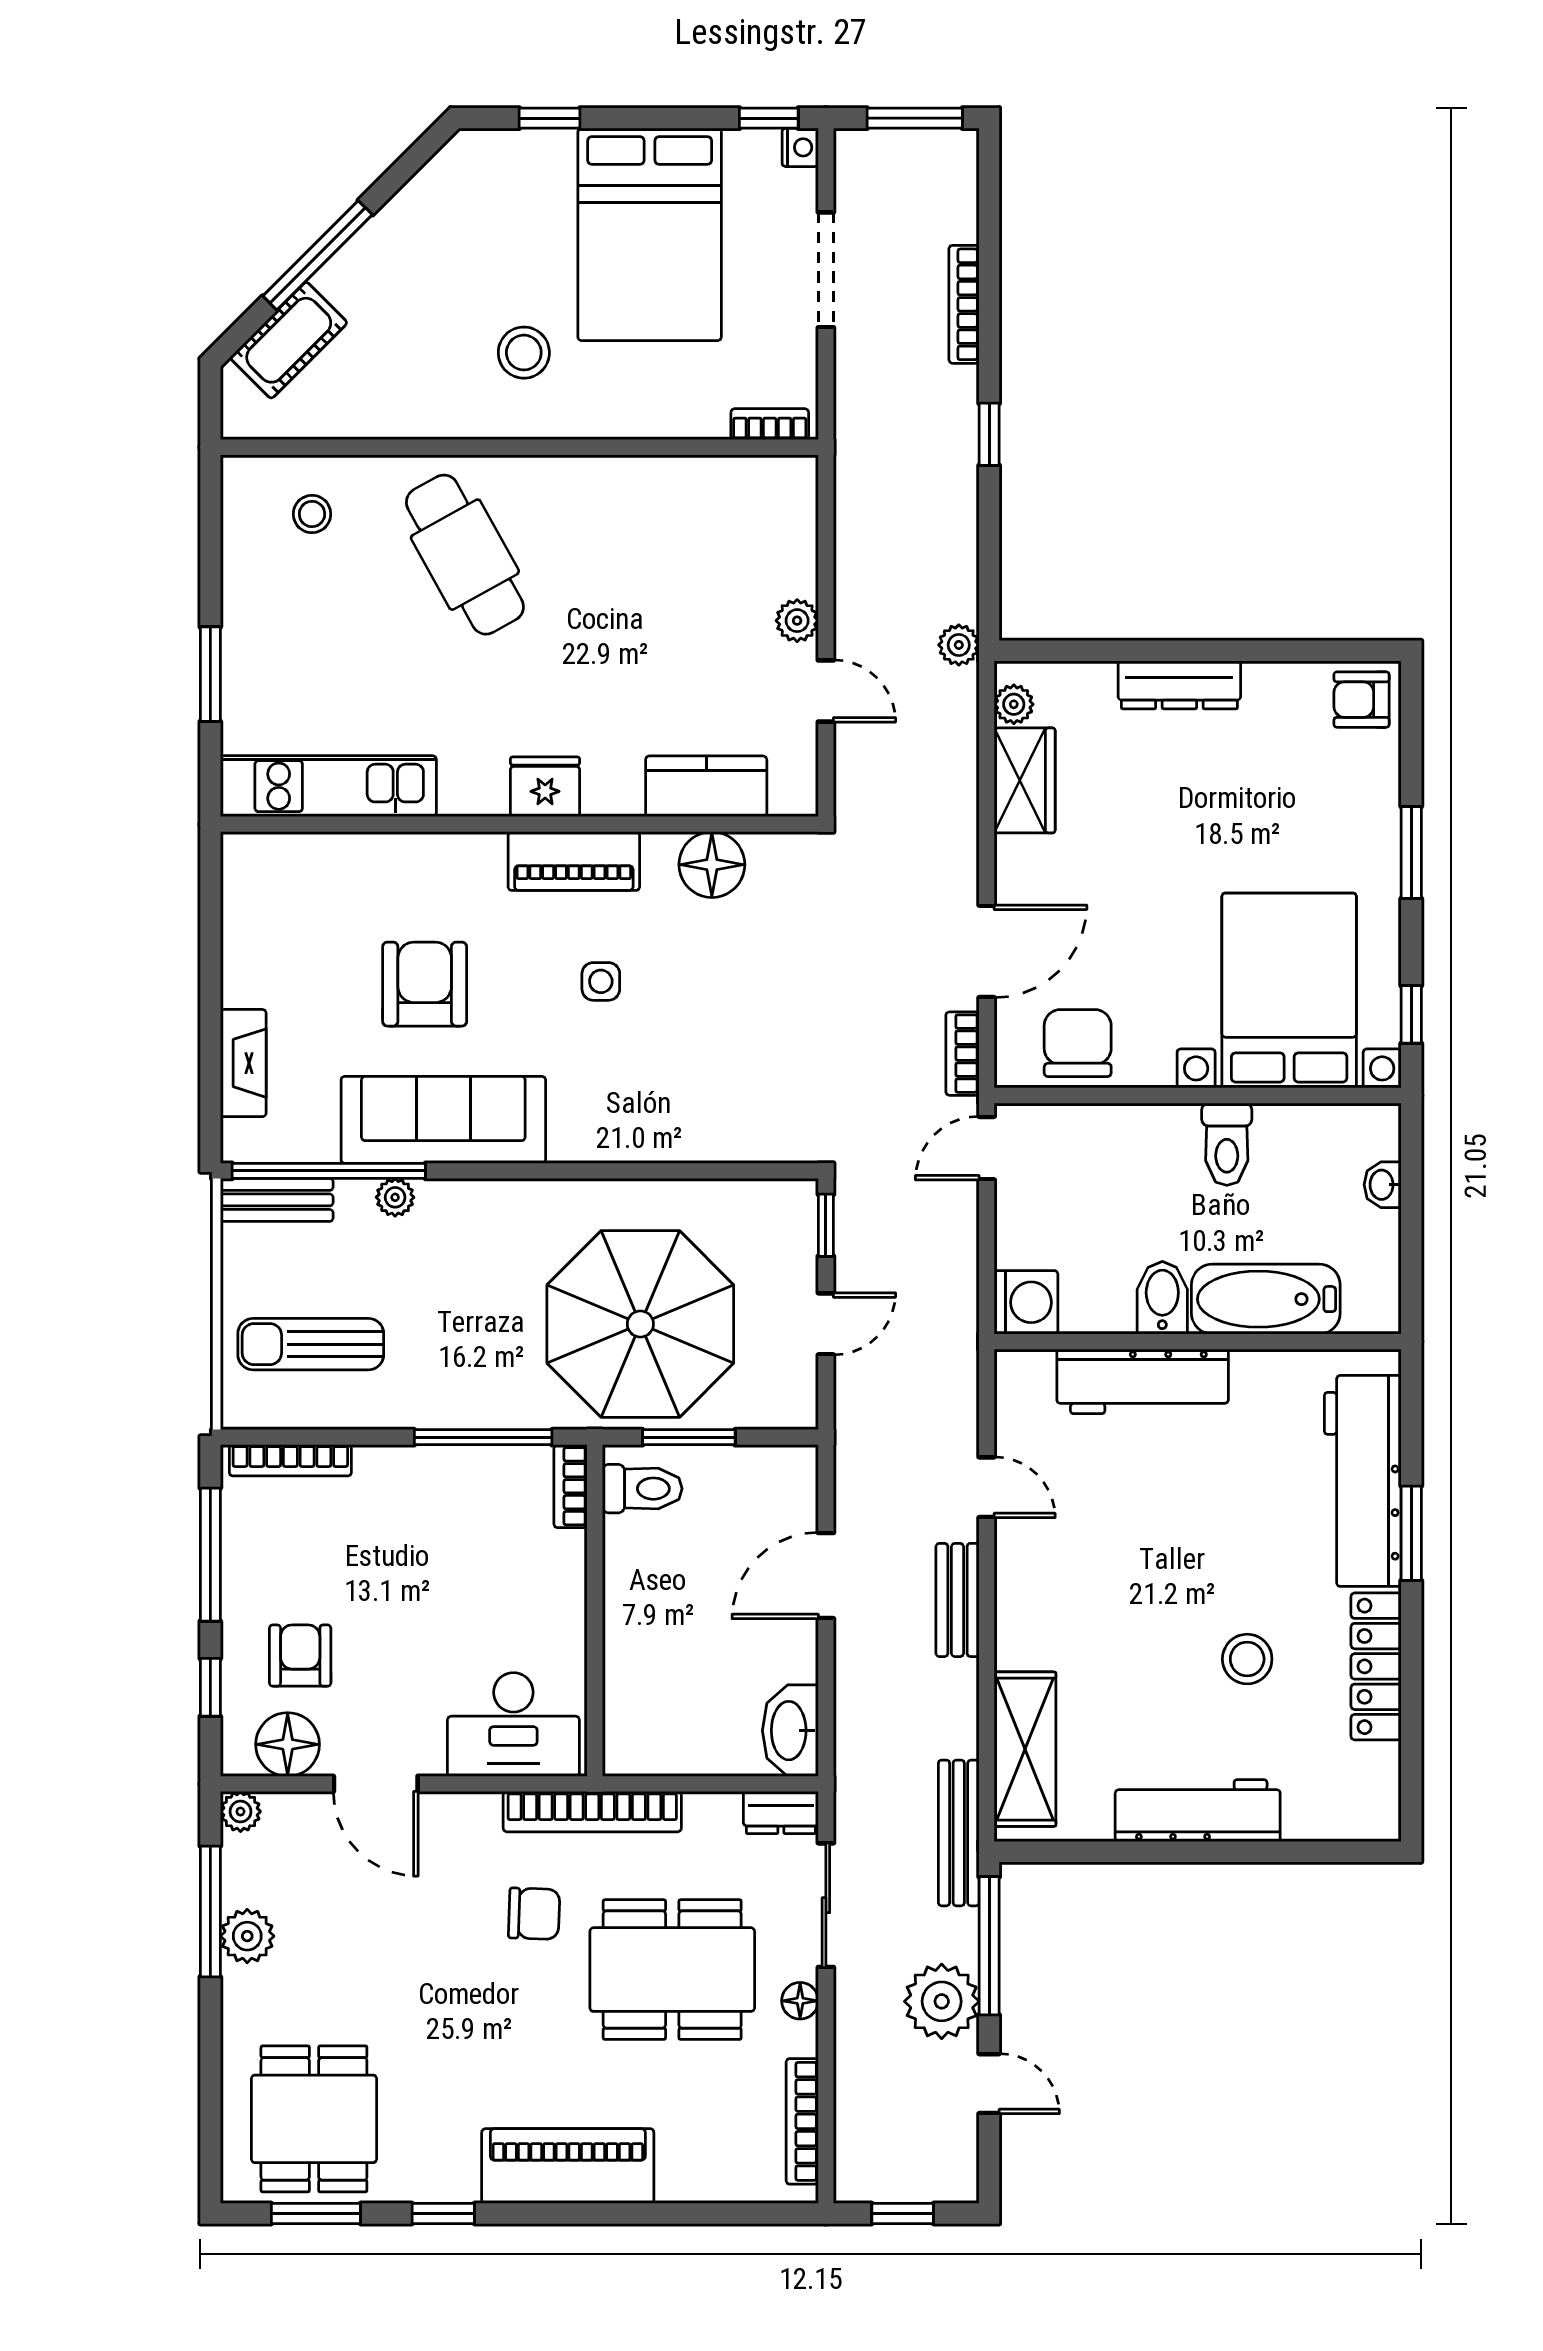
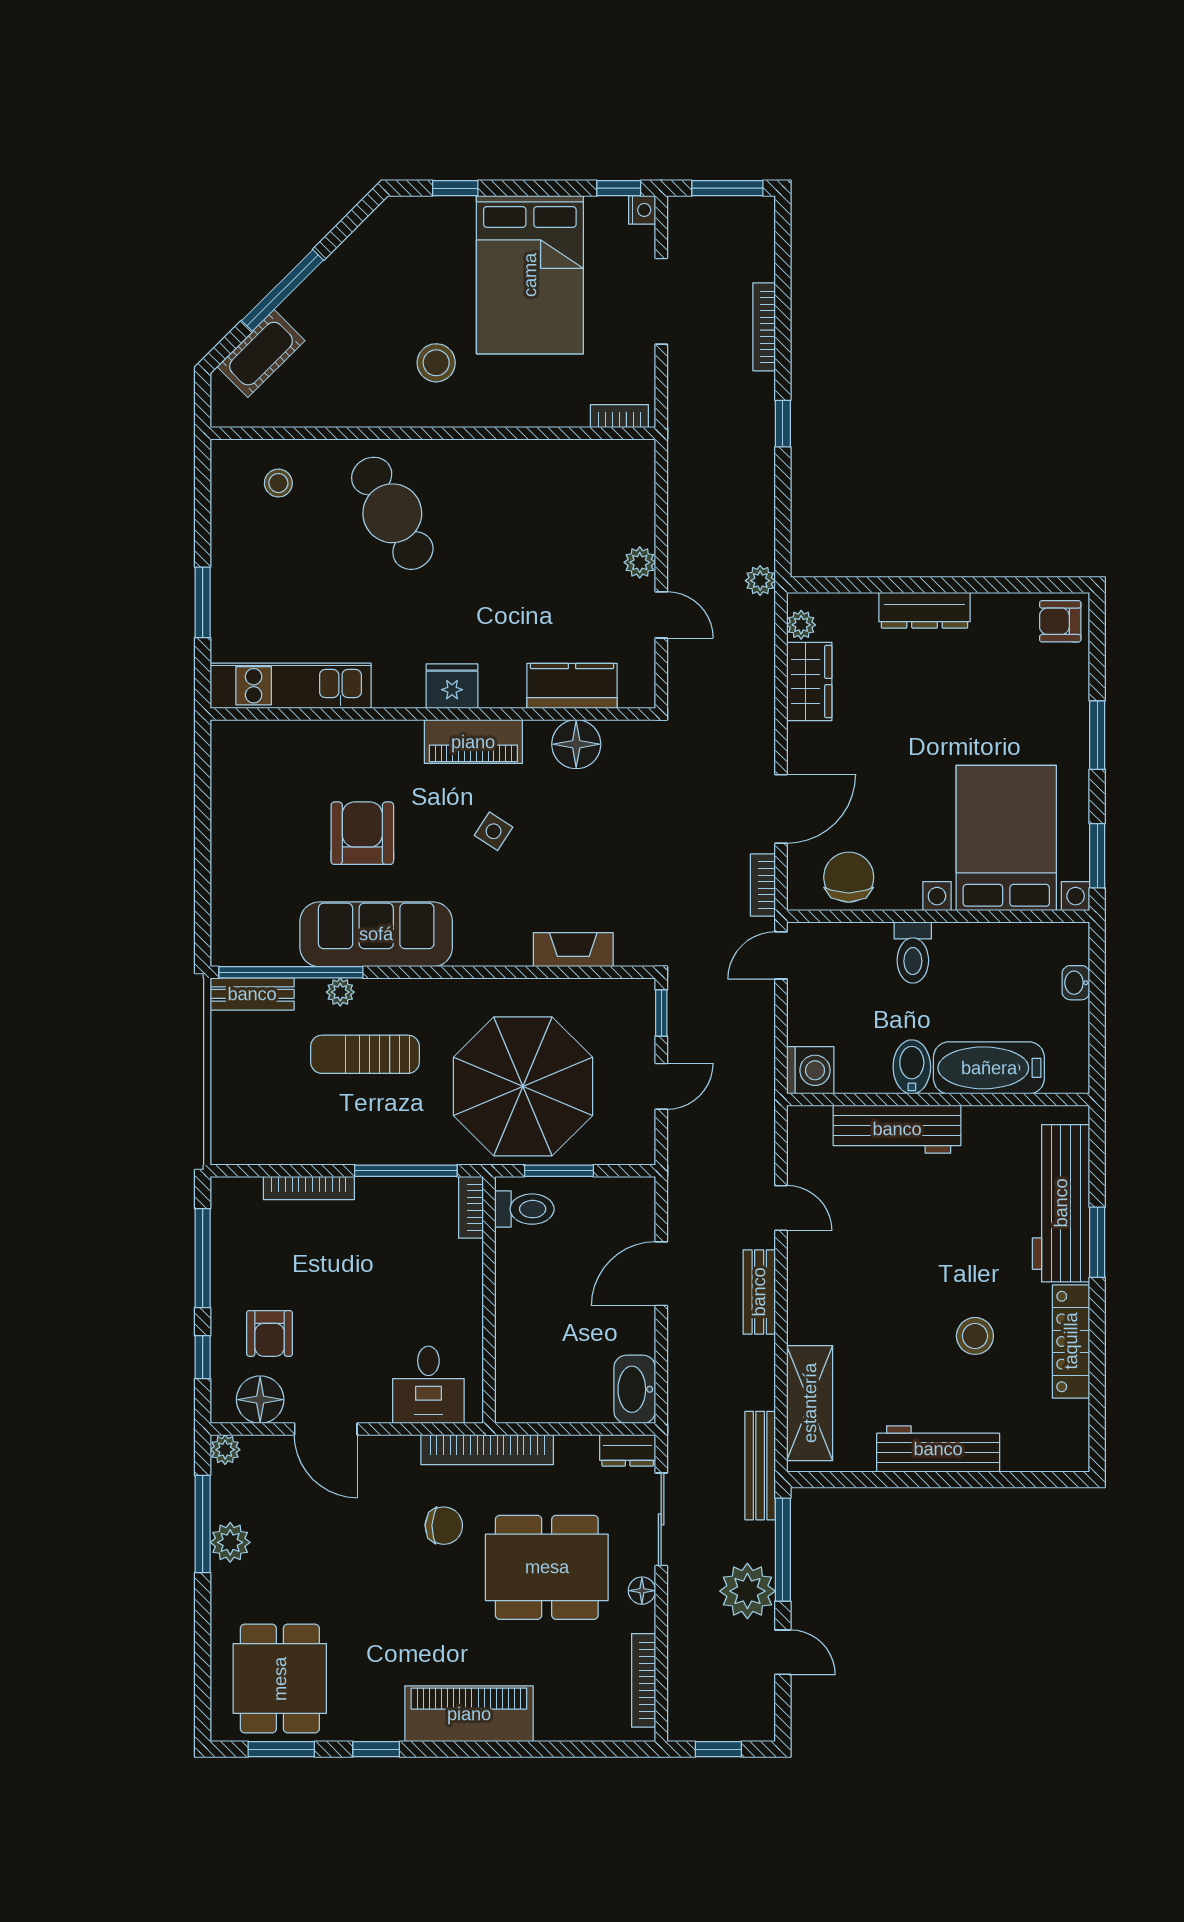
side table: (601, 981) -> (494, 831), turned 33
window: (1411, 1014) -> (1097, 856), width x1.50
fireplace: (243, 1063) -> (573, 950), moved, turned -90
toilet: (1227, 1144) -> (913, 952), moved
sun lounger: (311, 1344) -> (365, 1054), moved
bookcase: (290, 1460) -> (309, 1188), moved
armchair: (300, 1656) -> (270, 1333), turned 180
desk: (513, 1725) -> (428, 1385), width x0.73

